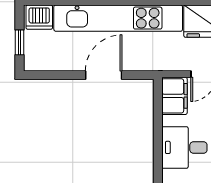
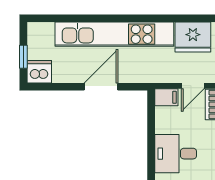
dishwasher: (39, 17) -> (39, 72), moved, turned 180
filing cabinet: (174, 96) -> (166, 97), width x0.50

